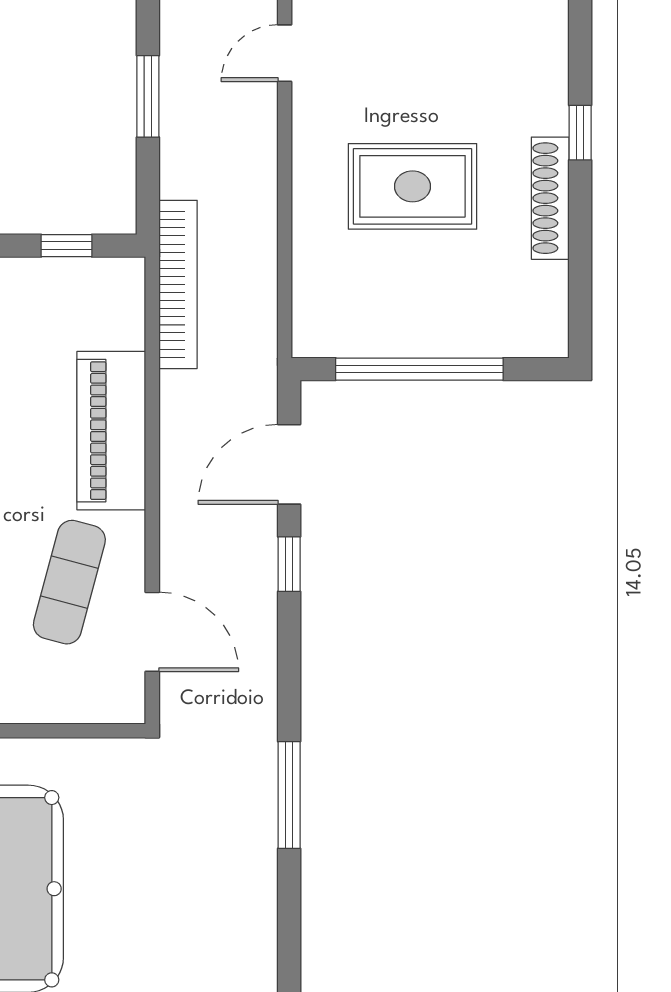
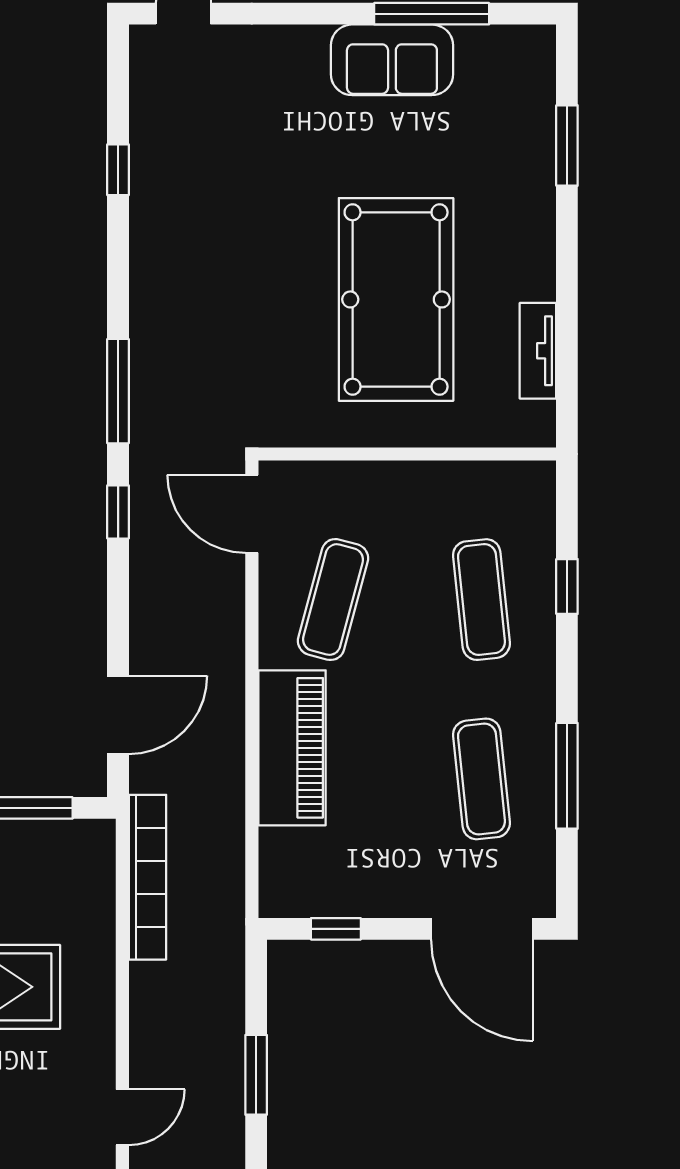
bookcase: (178, 284) -> (148, 877), moved, turned 180
window: (289, 564) -> (118, 512), moved
door: (152, 632) -> (252, 514), moved

